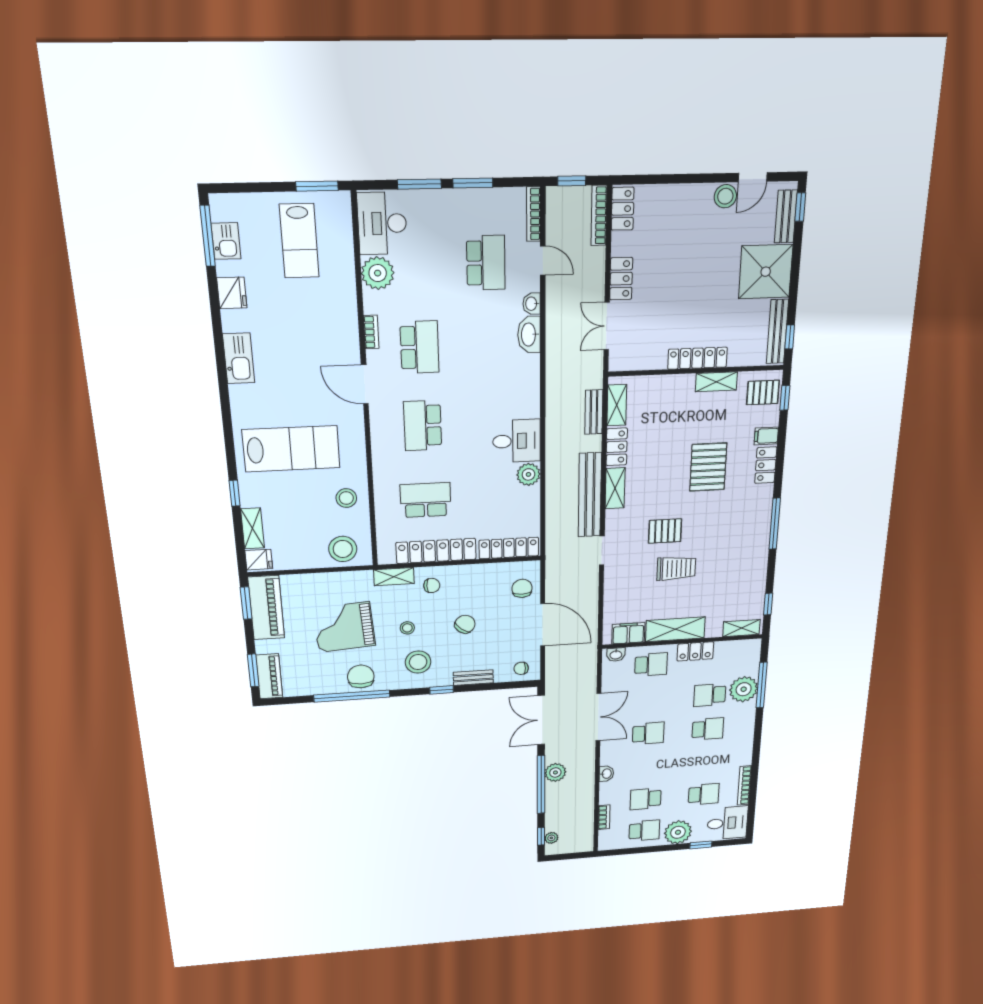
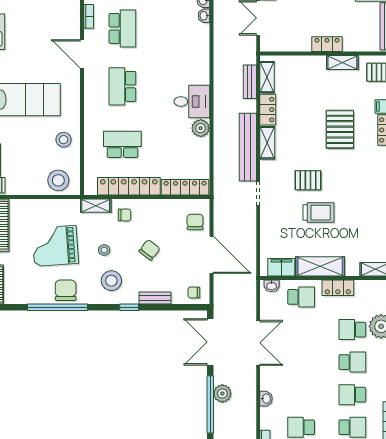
washbasin: (529, 335) -> (204, 16), width x0.52, depth x0.69
locker: (697, 358) -> (327, 44), width x0.66
school desk: (648, 733) -> (352, 395), moved, turned 180

